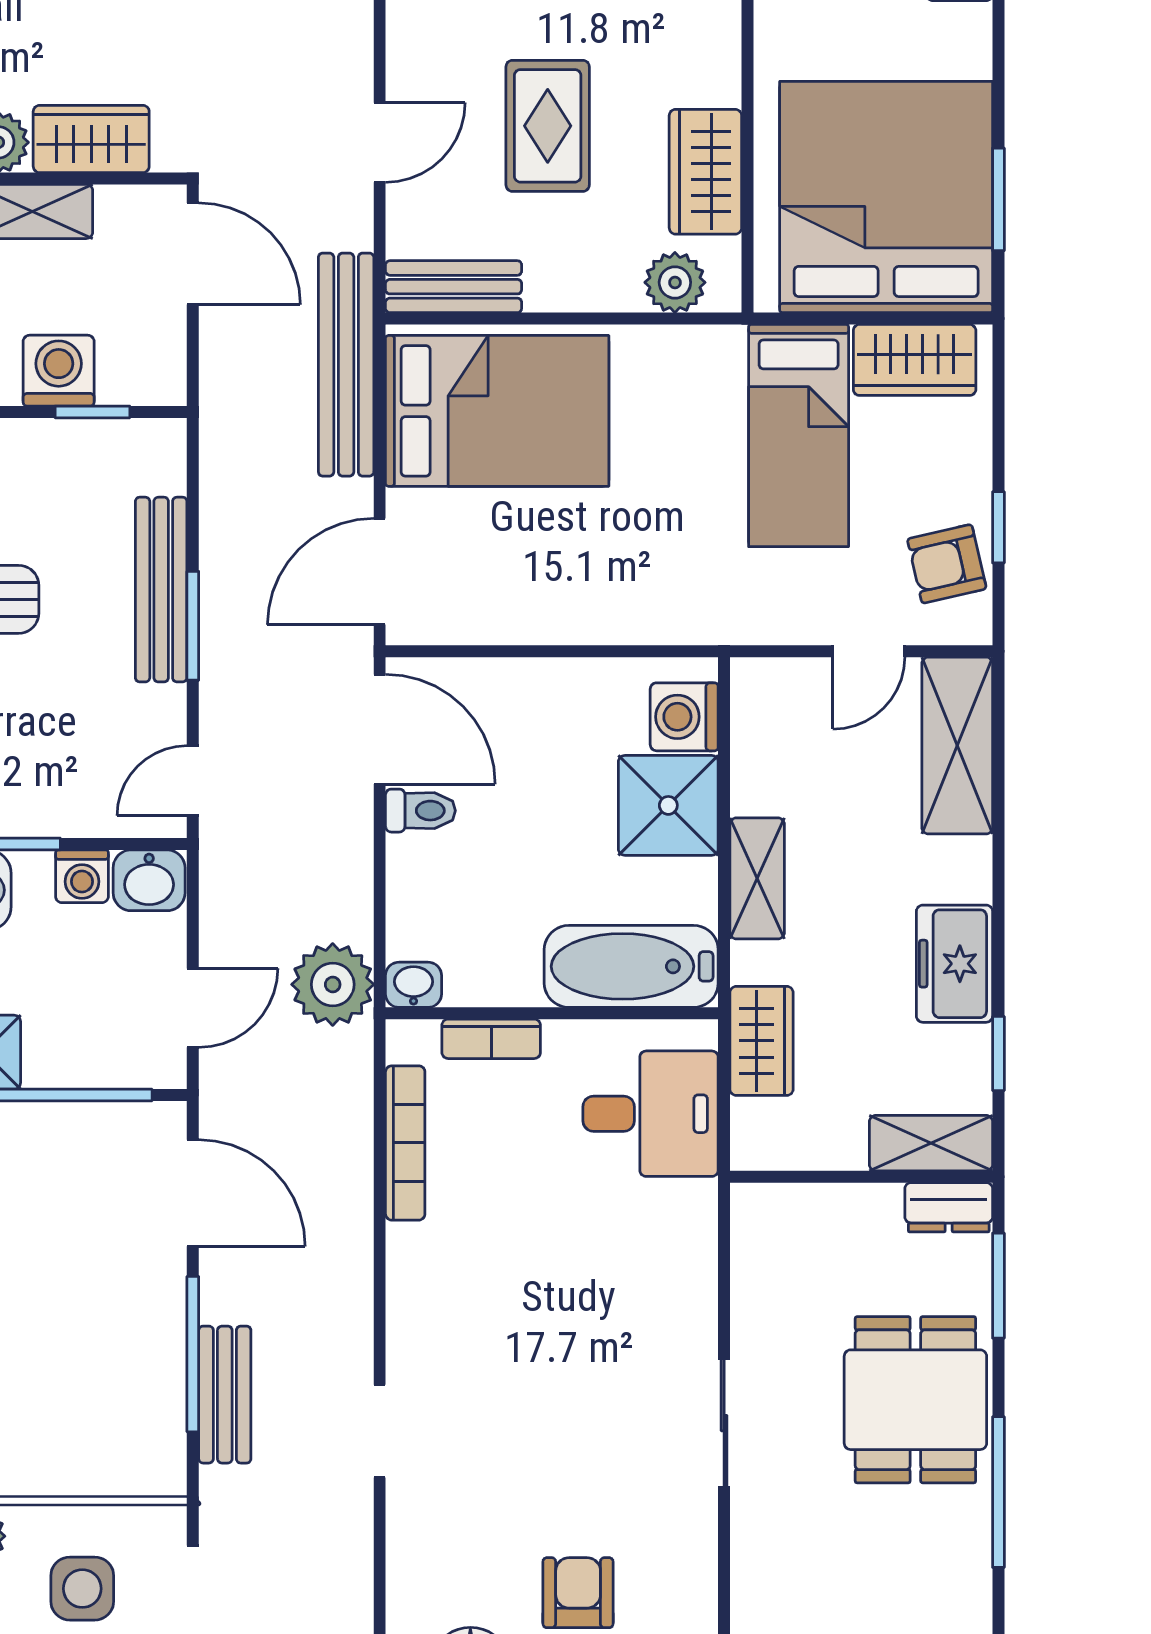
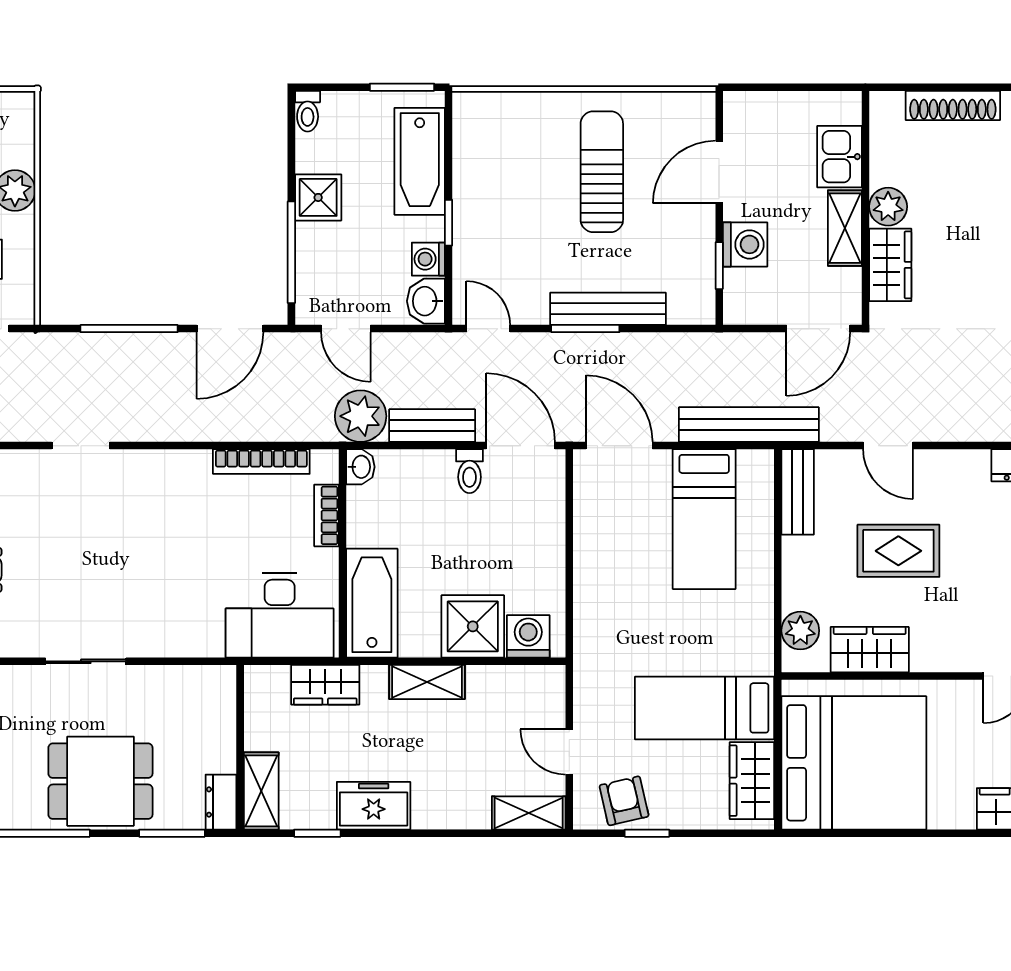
window: (998, 199) -> (852, 833), removed
bed: (497, 411) -> (704, 519), width x0.67
door: (380, 729) -> (521, 446), swing flipped
shelving: (957, 746) -> (529, 813), width x0.67, depth x0.75
desk: (651, 1114) -> (280, 615), width x1.37
bench: (225, 1395) -> (432, 426), moved

